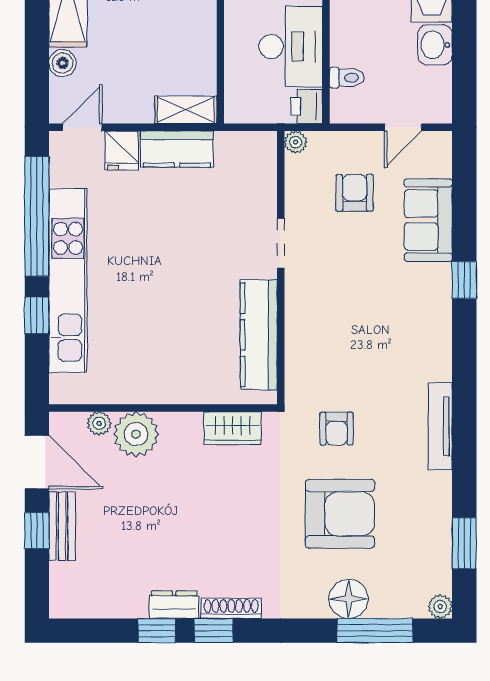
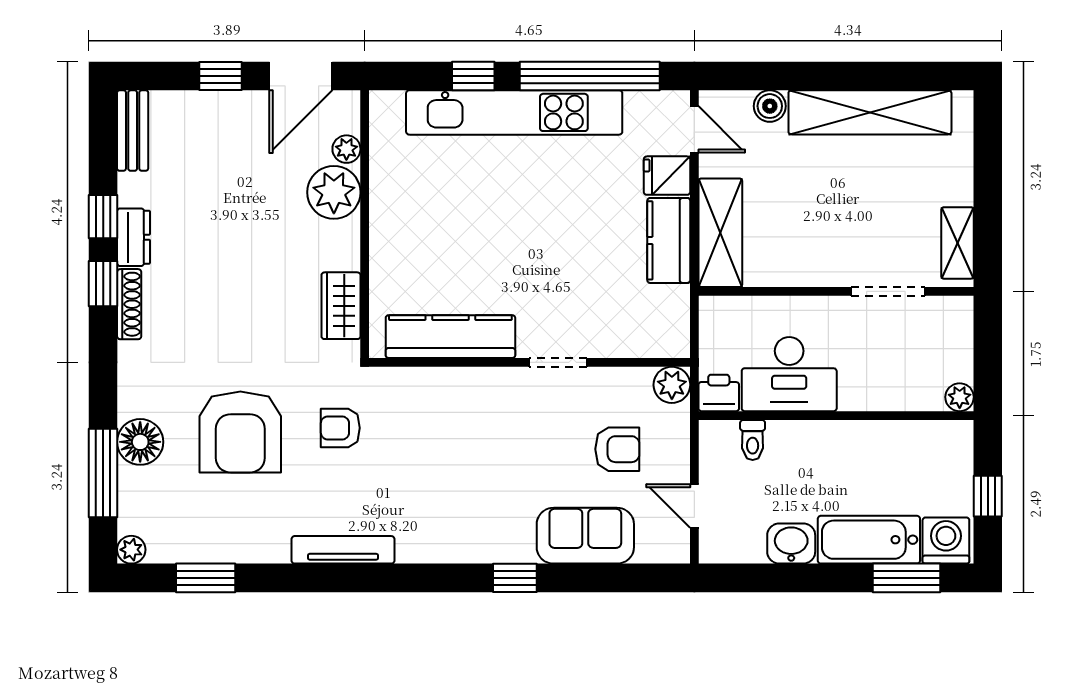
shelving: (186, 110) -> (720, 233), width x1.50, depth x1.33
plant: (296, 142) -> (672, 385), width x1.38, depth x1.38
bench: (62, 526) -> (133, 131), moved, turned 90

